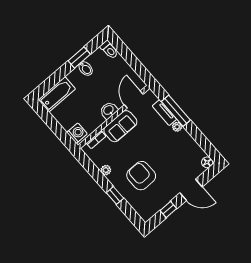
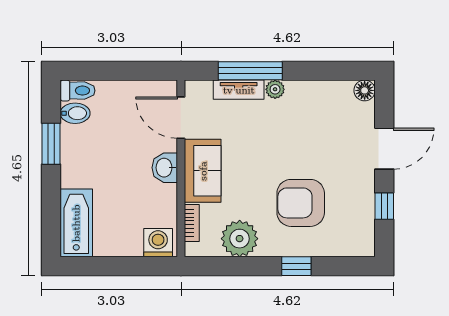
bidet: (86, 69) -> (75, 113), moved
plant: (106, 170) -> (240, 239), width x1.88, depth x1.88

